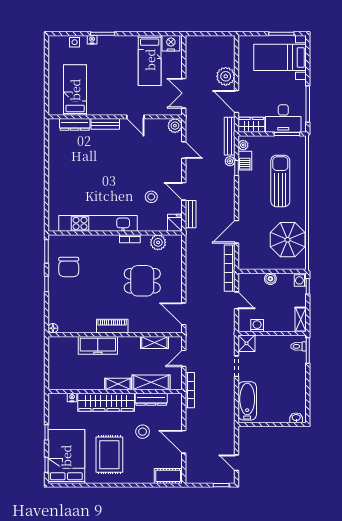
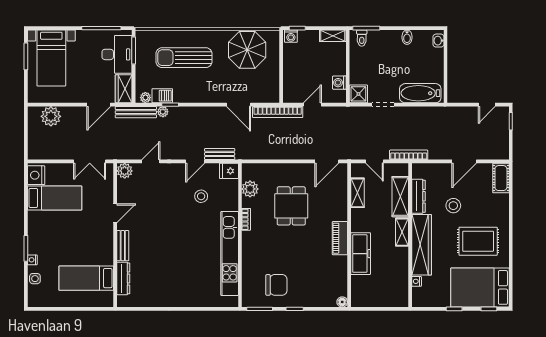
plant: (226, 76) -> (51, 116), moved
boiler: (270, 279) -> (289, 68), removed
bidet: (299, 389) -> (407, 37), added

